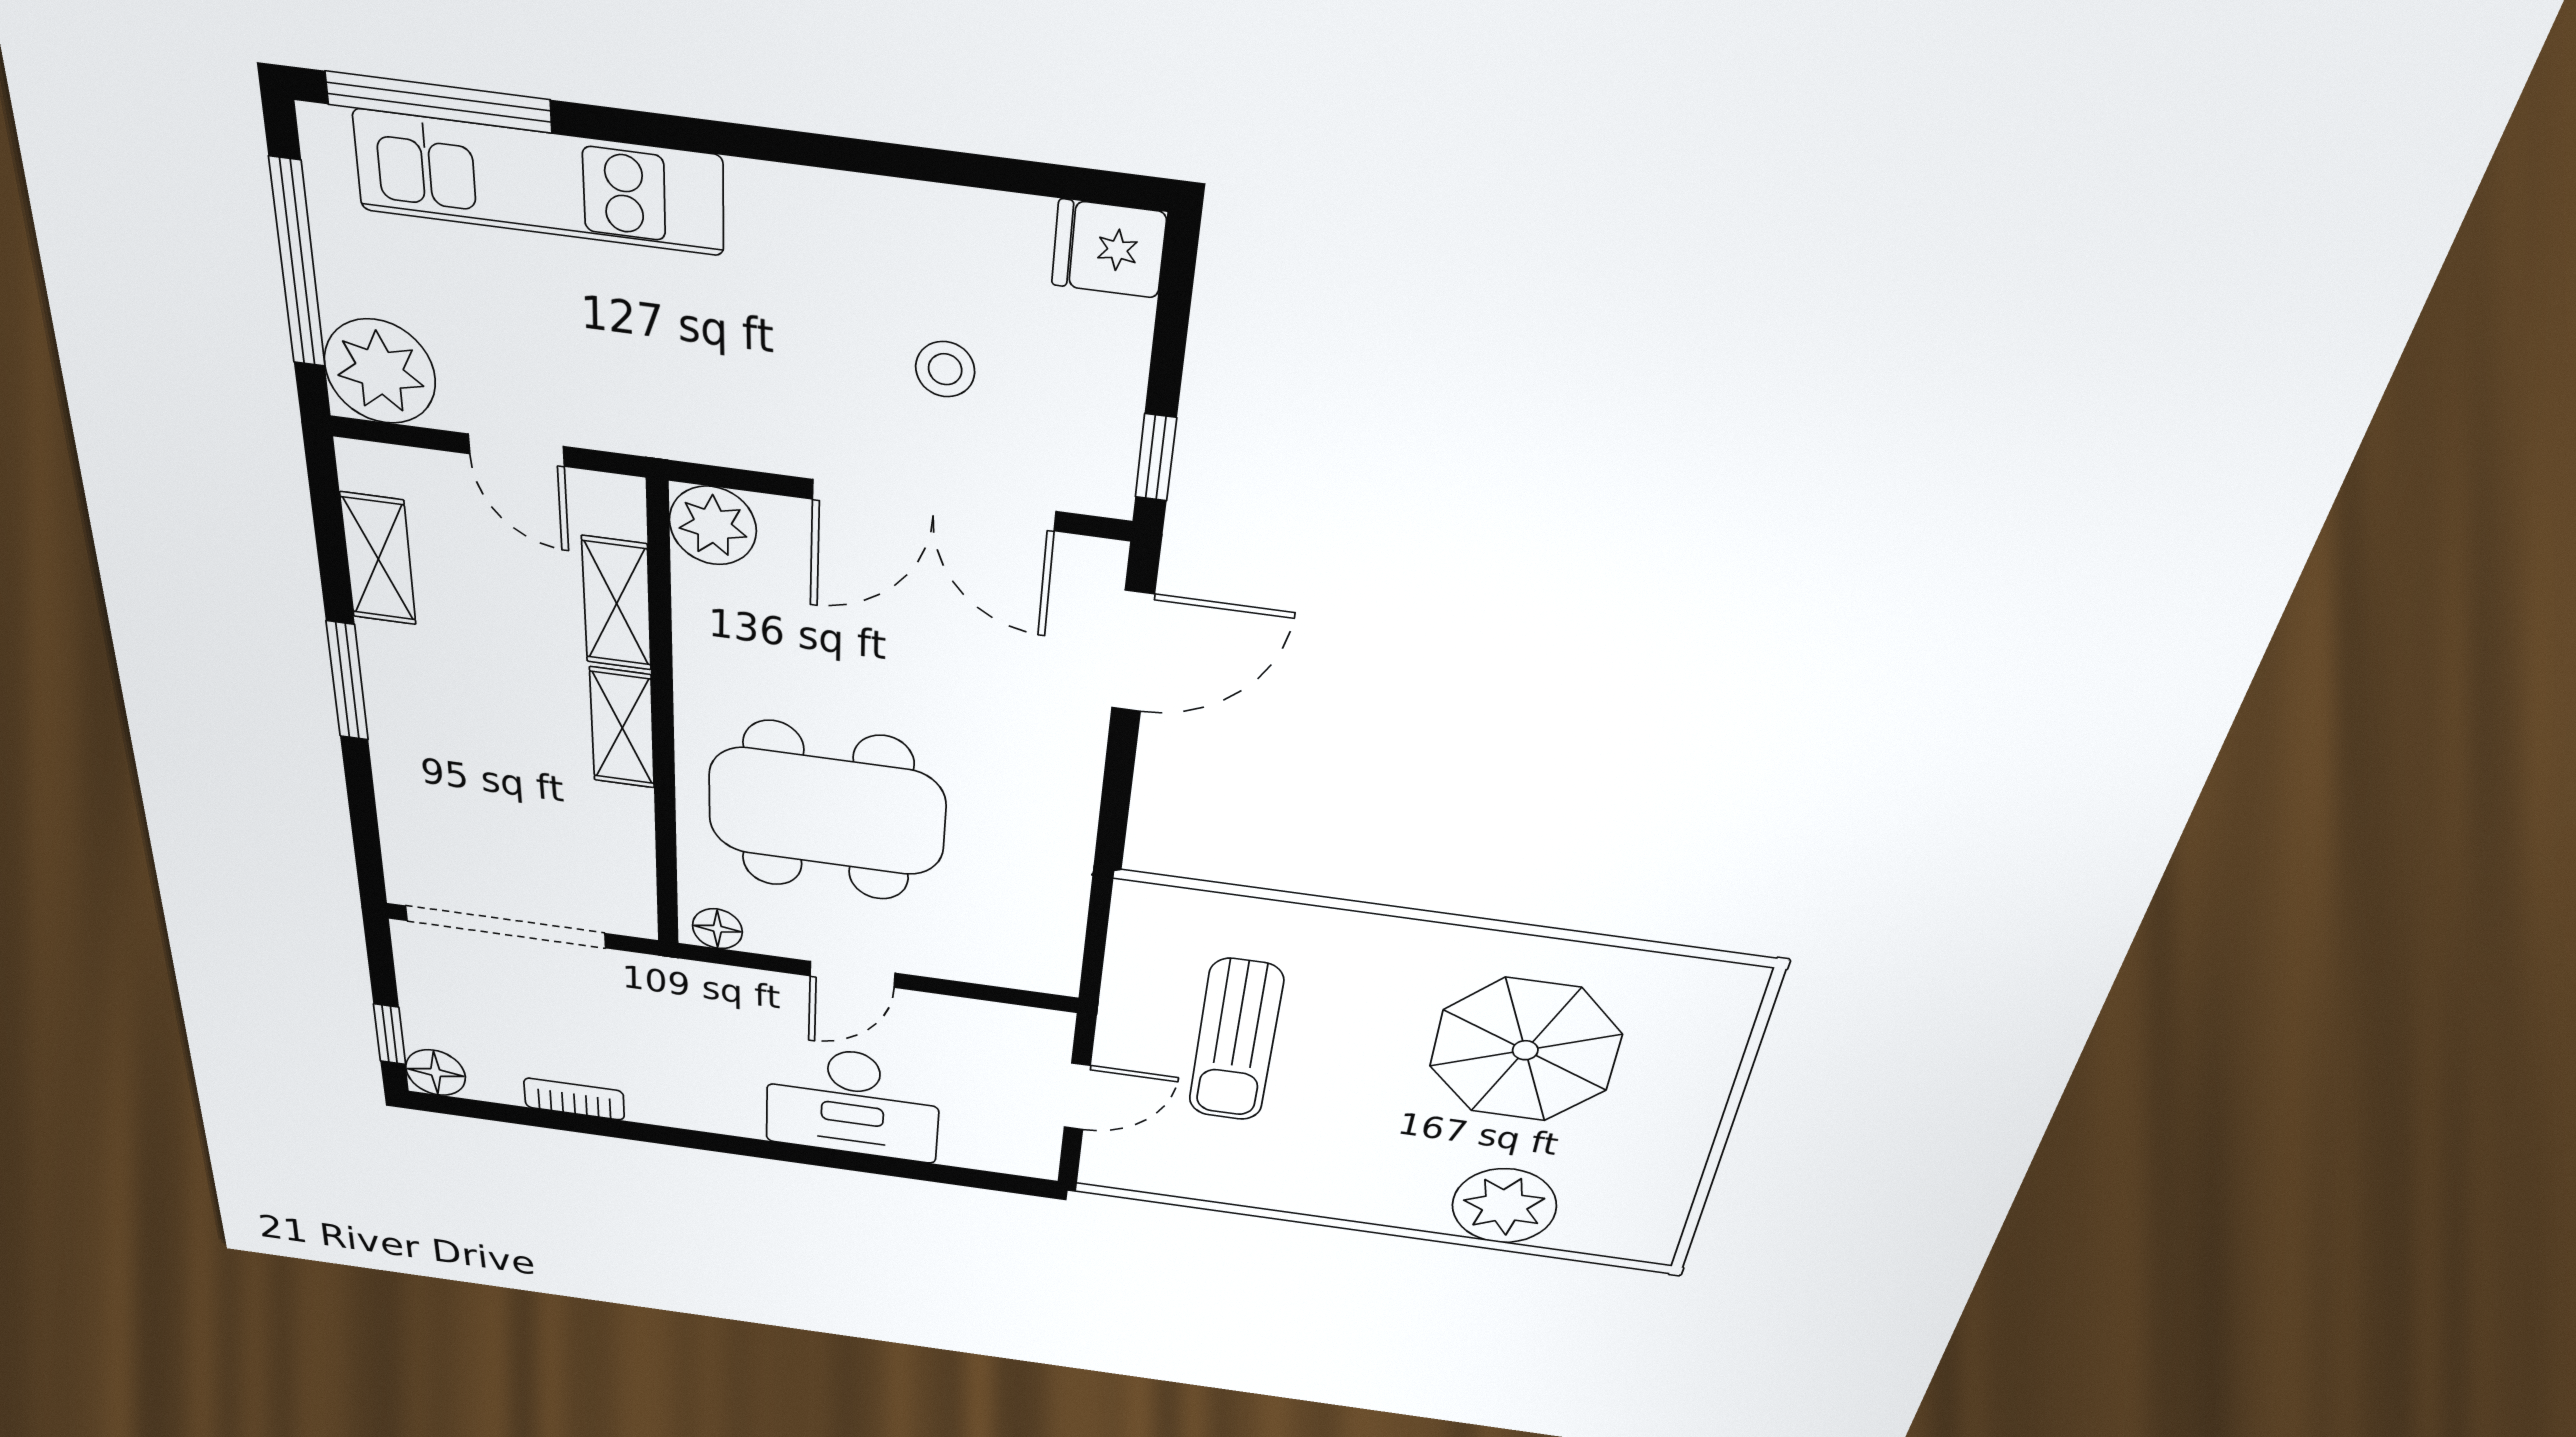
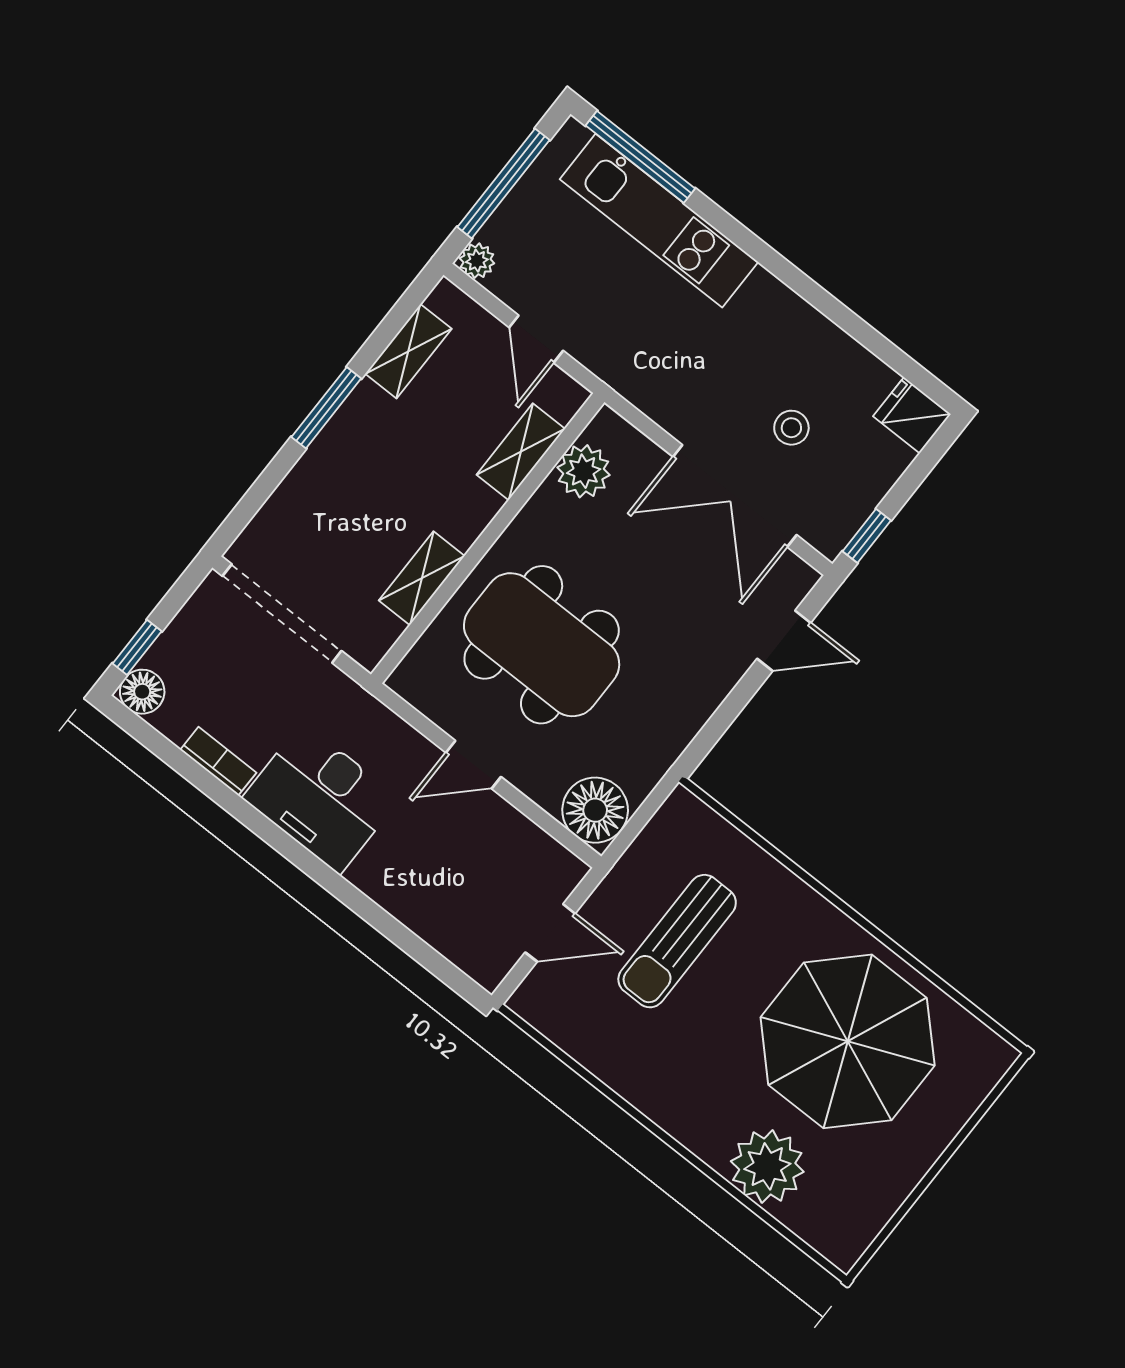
plant: (380, 371) -> (477, 261), width x0.53, depth x0.53
plant: (713, 526) -> (584, 471), moved
door: (1133, 652) -> (784, 641), width x0.73
shelving: (622, 728) -> (422, 578), moved
floor lamp: (717, 929) -> (595, 810), moved, width x1.89, depth x1.89
parasol: (1525, 1050) -> (848, 1041), width x1.36, depth x1.36
desk: (853, 1103) -> (321, 798), moved

